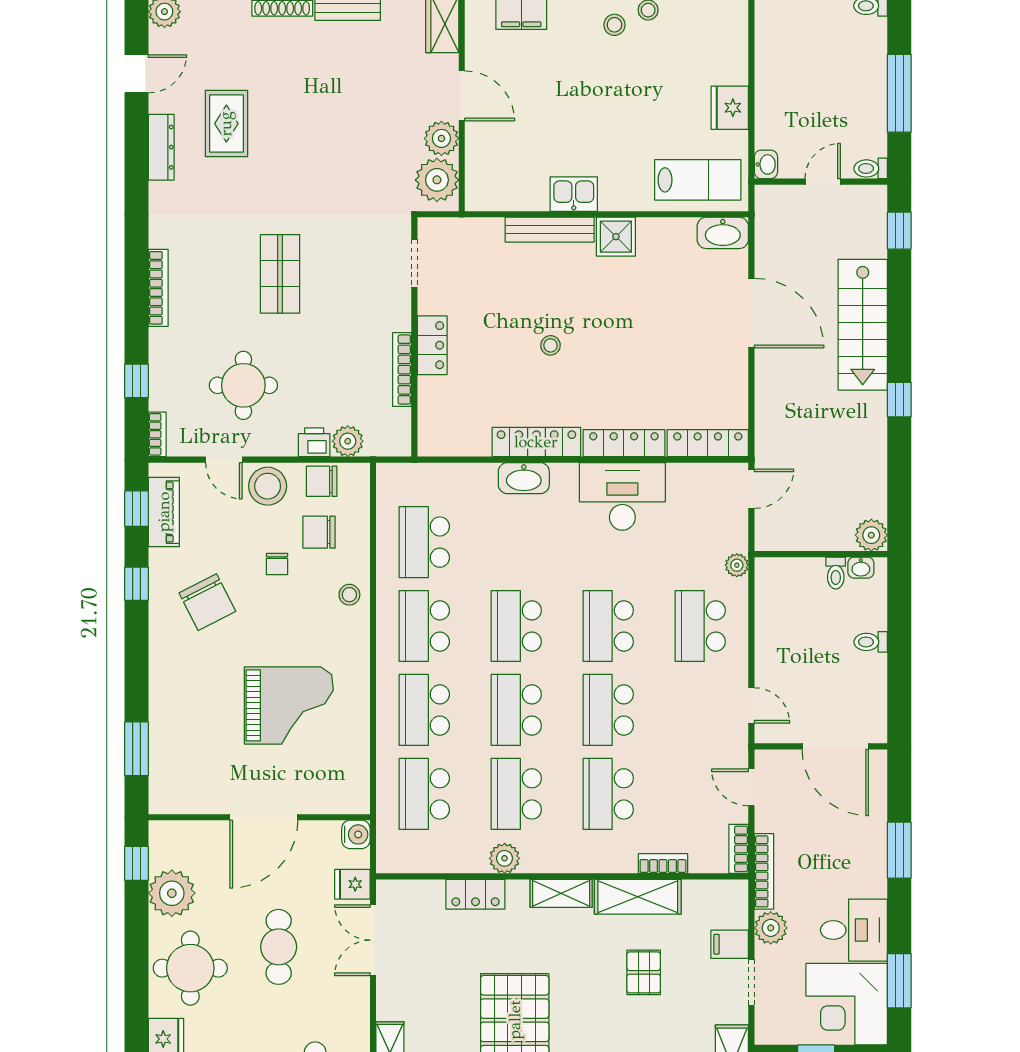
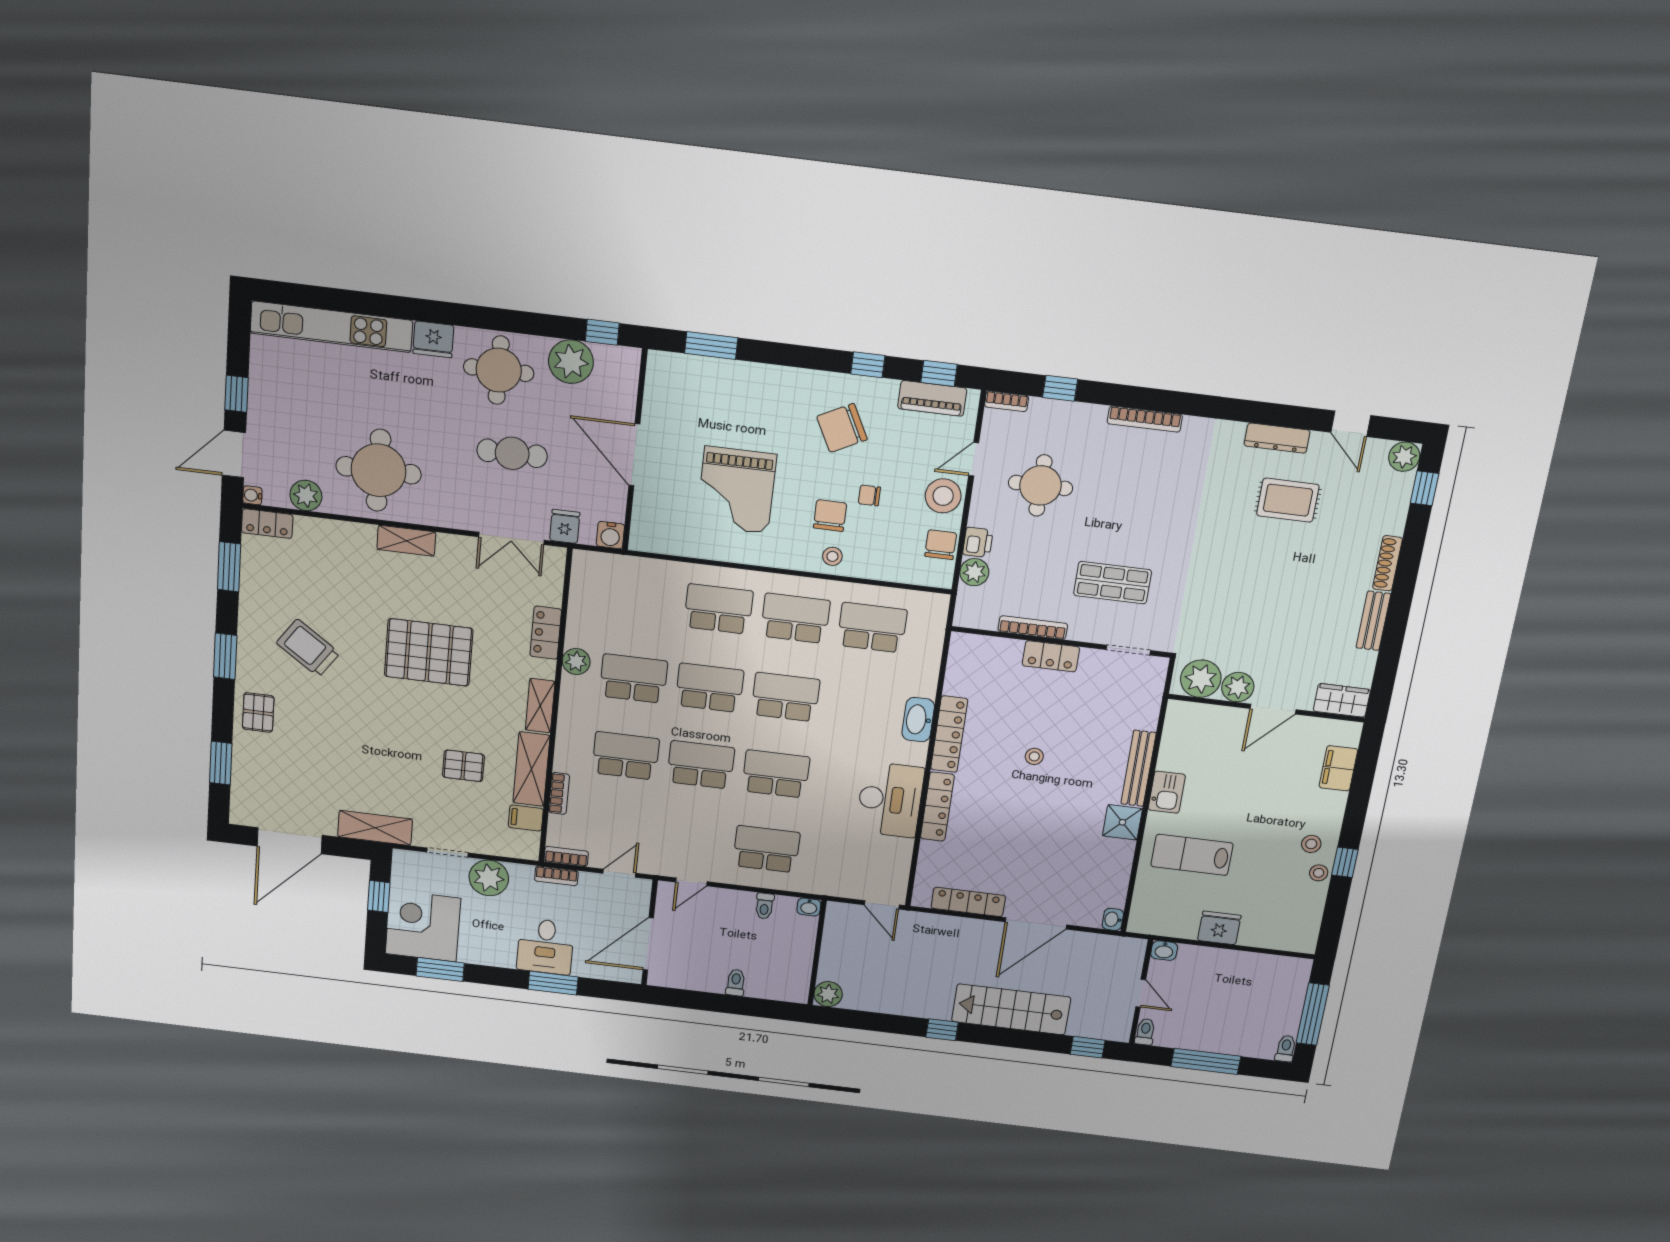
lab bench: (698, 180) -> (1192, 855), moved, turned 90
washbasin: (723, 233) -> (1113, 919), width x0.52, depth x0.69
shop shelf: (280, 274) -> (1113, 583), moved
locker: (708, 443) -> (968, 902), moved, turned -90
chair: (319, 532) -> (830, 516), moved
plant: (737, 565) -> (816, 885), removed
washbasin: (861, 568) -> (809, 907), moved, turned -90
toilet: (836, 573) -> (764, 906), moved, turned -90
school desk: (424, 794) -> (642, 600), removed
bookcase: (764, 871) -> (556, 876), width x0.64
plant: (771, 928) -> (489, 878), width x1.36, depth x1.36
desk: (854, 930) -> (545, 946), moved
double door: (373, 940) -> (511, 538), swing flipped
filing cabinet: (730, 944) -> (526, 818), moved, turned -90

